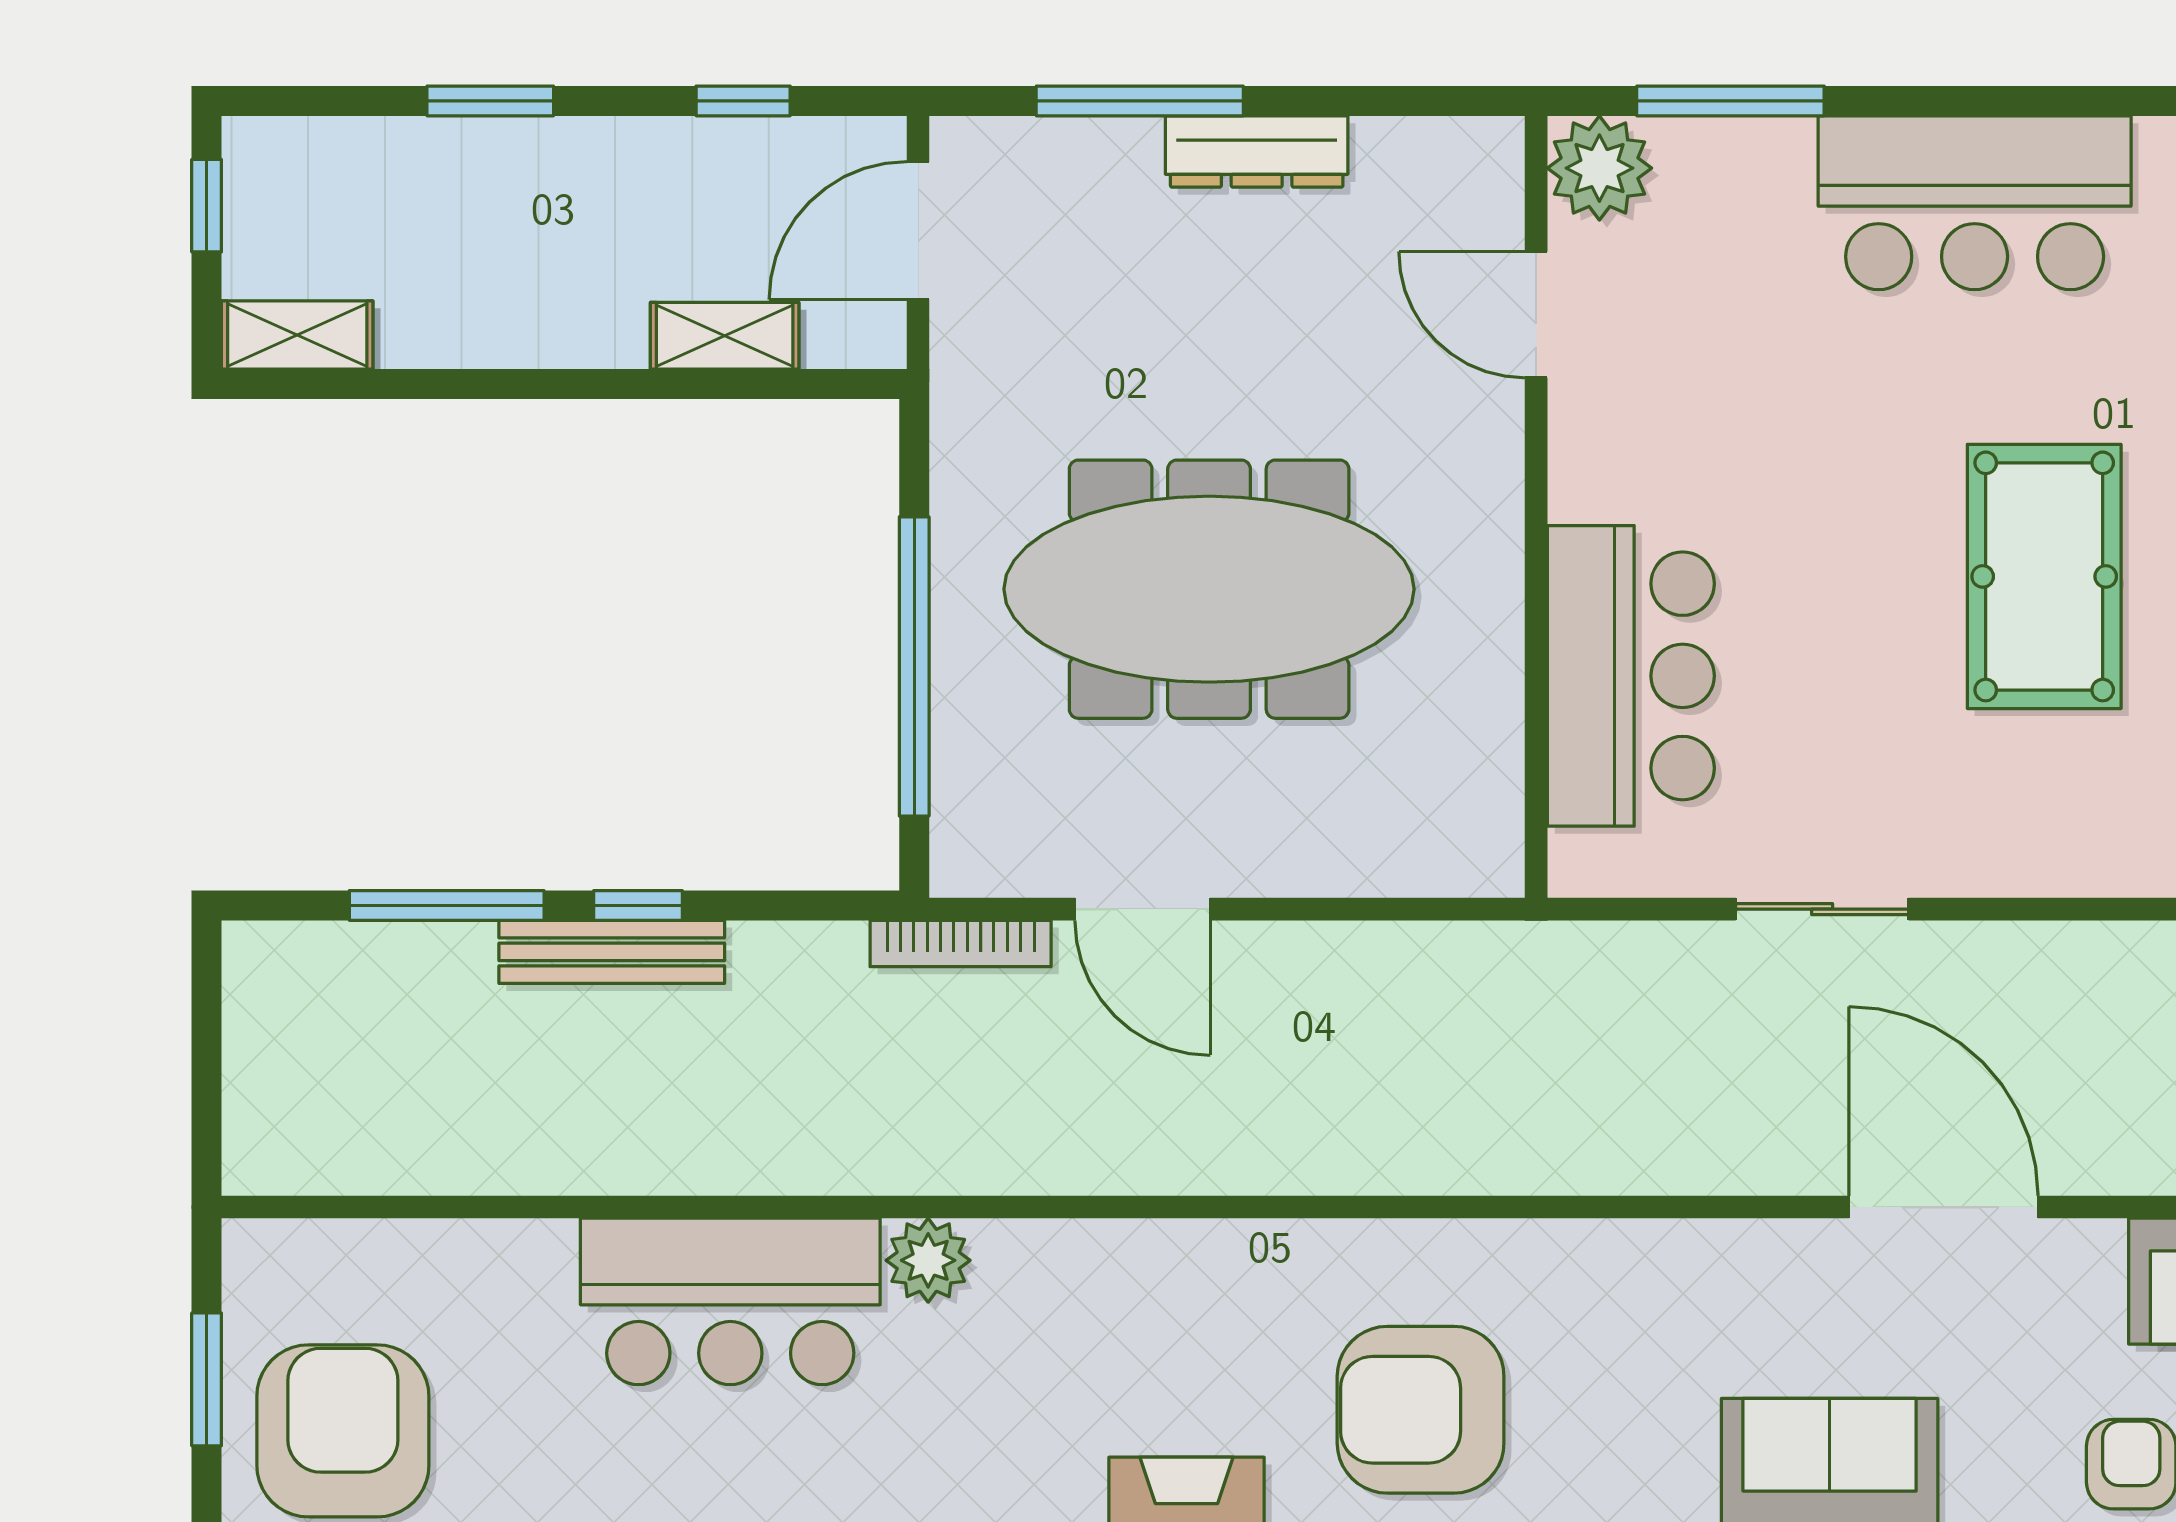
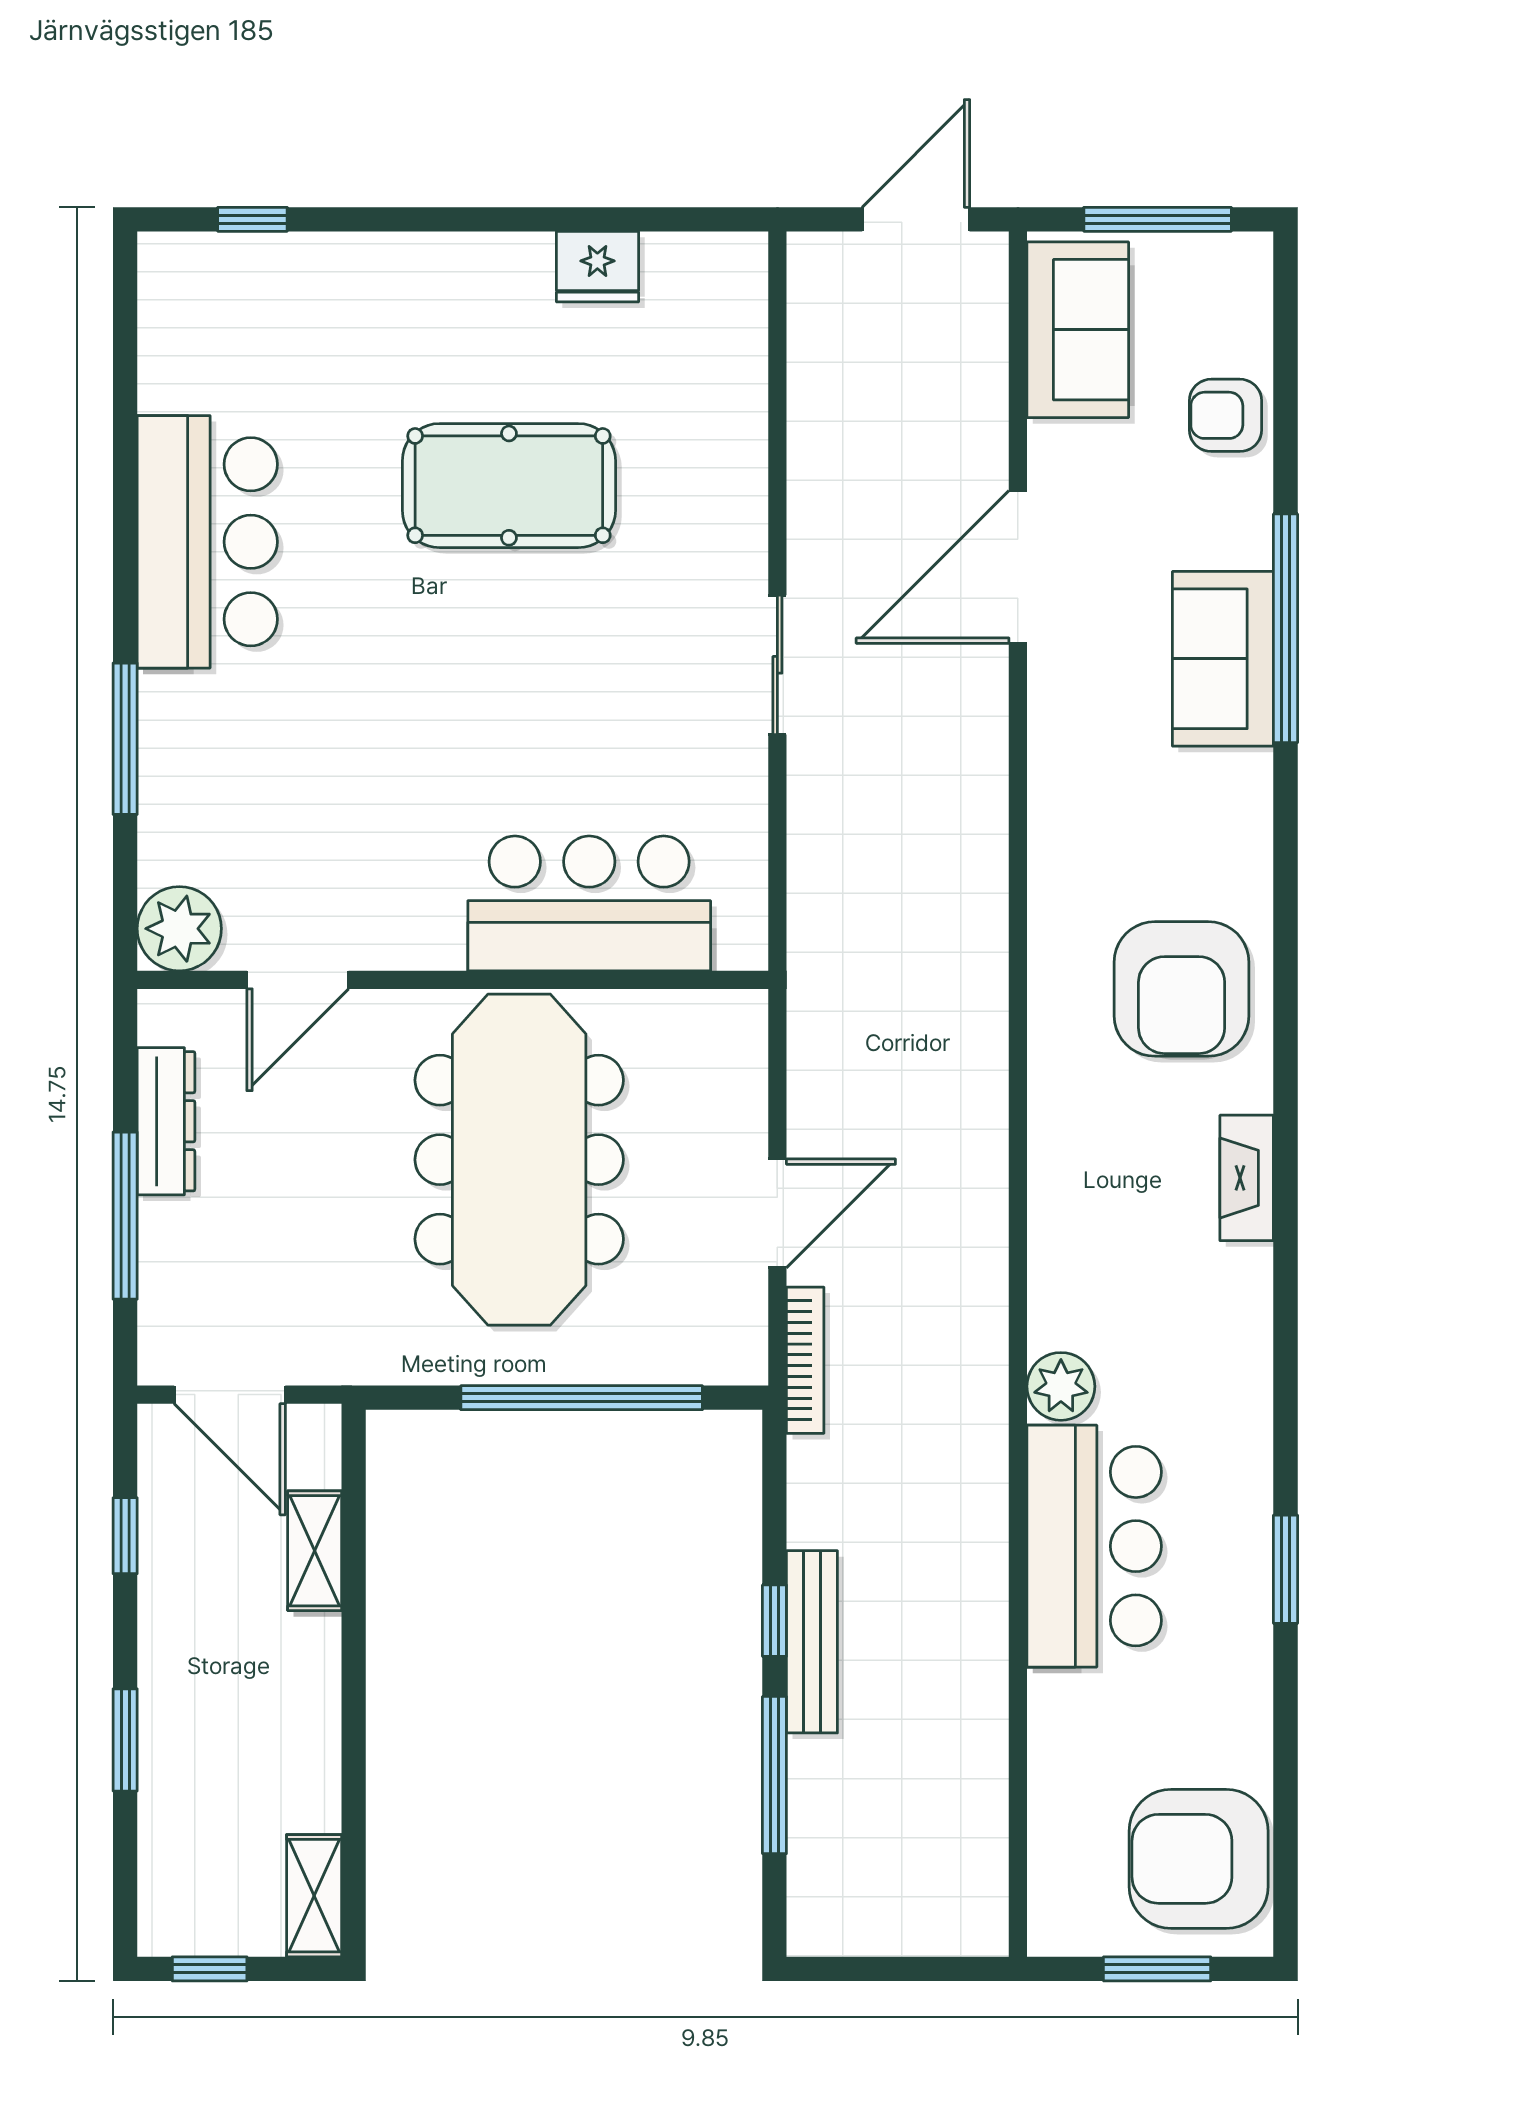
plant: (1599, 168) -> (179, 929), moved
door: (1536, 315) -> (298, 980), moved
wall: (1536, 507) -> (453, 980), moved
bar counter: (1631, 676) -> (589, 903), moved

